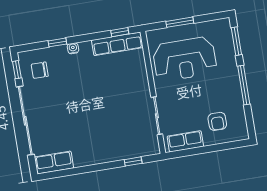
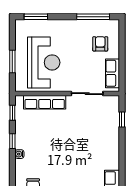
window: (57, 42) -> (12, 141), moved
row of seats: (117, 44) -> (45, 102), moved, turned 90
window: (244, 85) -> (93, 17), moved
armchair: (217, 121) -> (100, 44), turned -90

